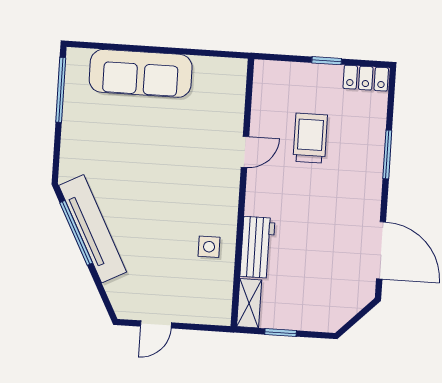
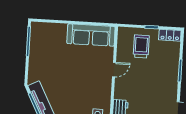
sofa: (141, 73) -> (91, 35), moved
trolley: (310, 138) -> (141, 46), moved

